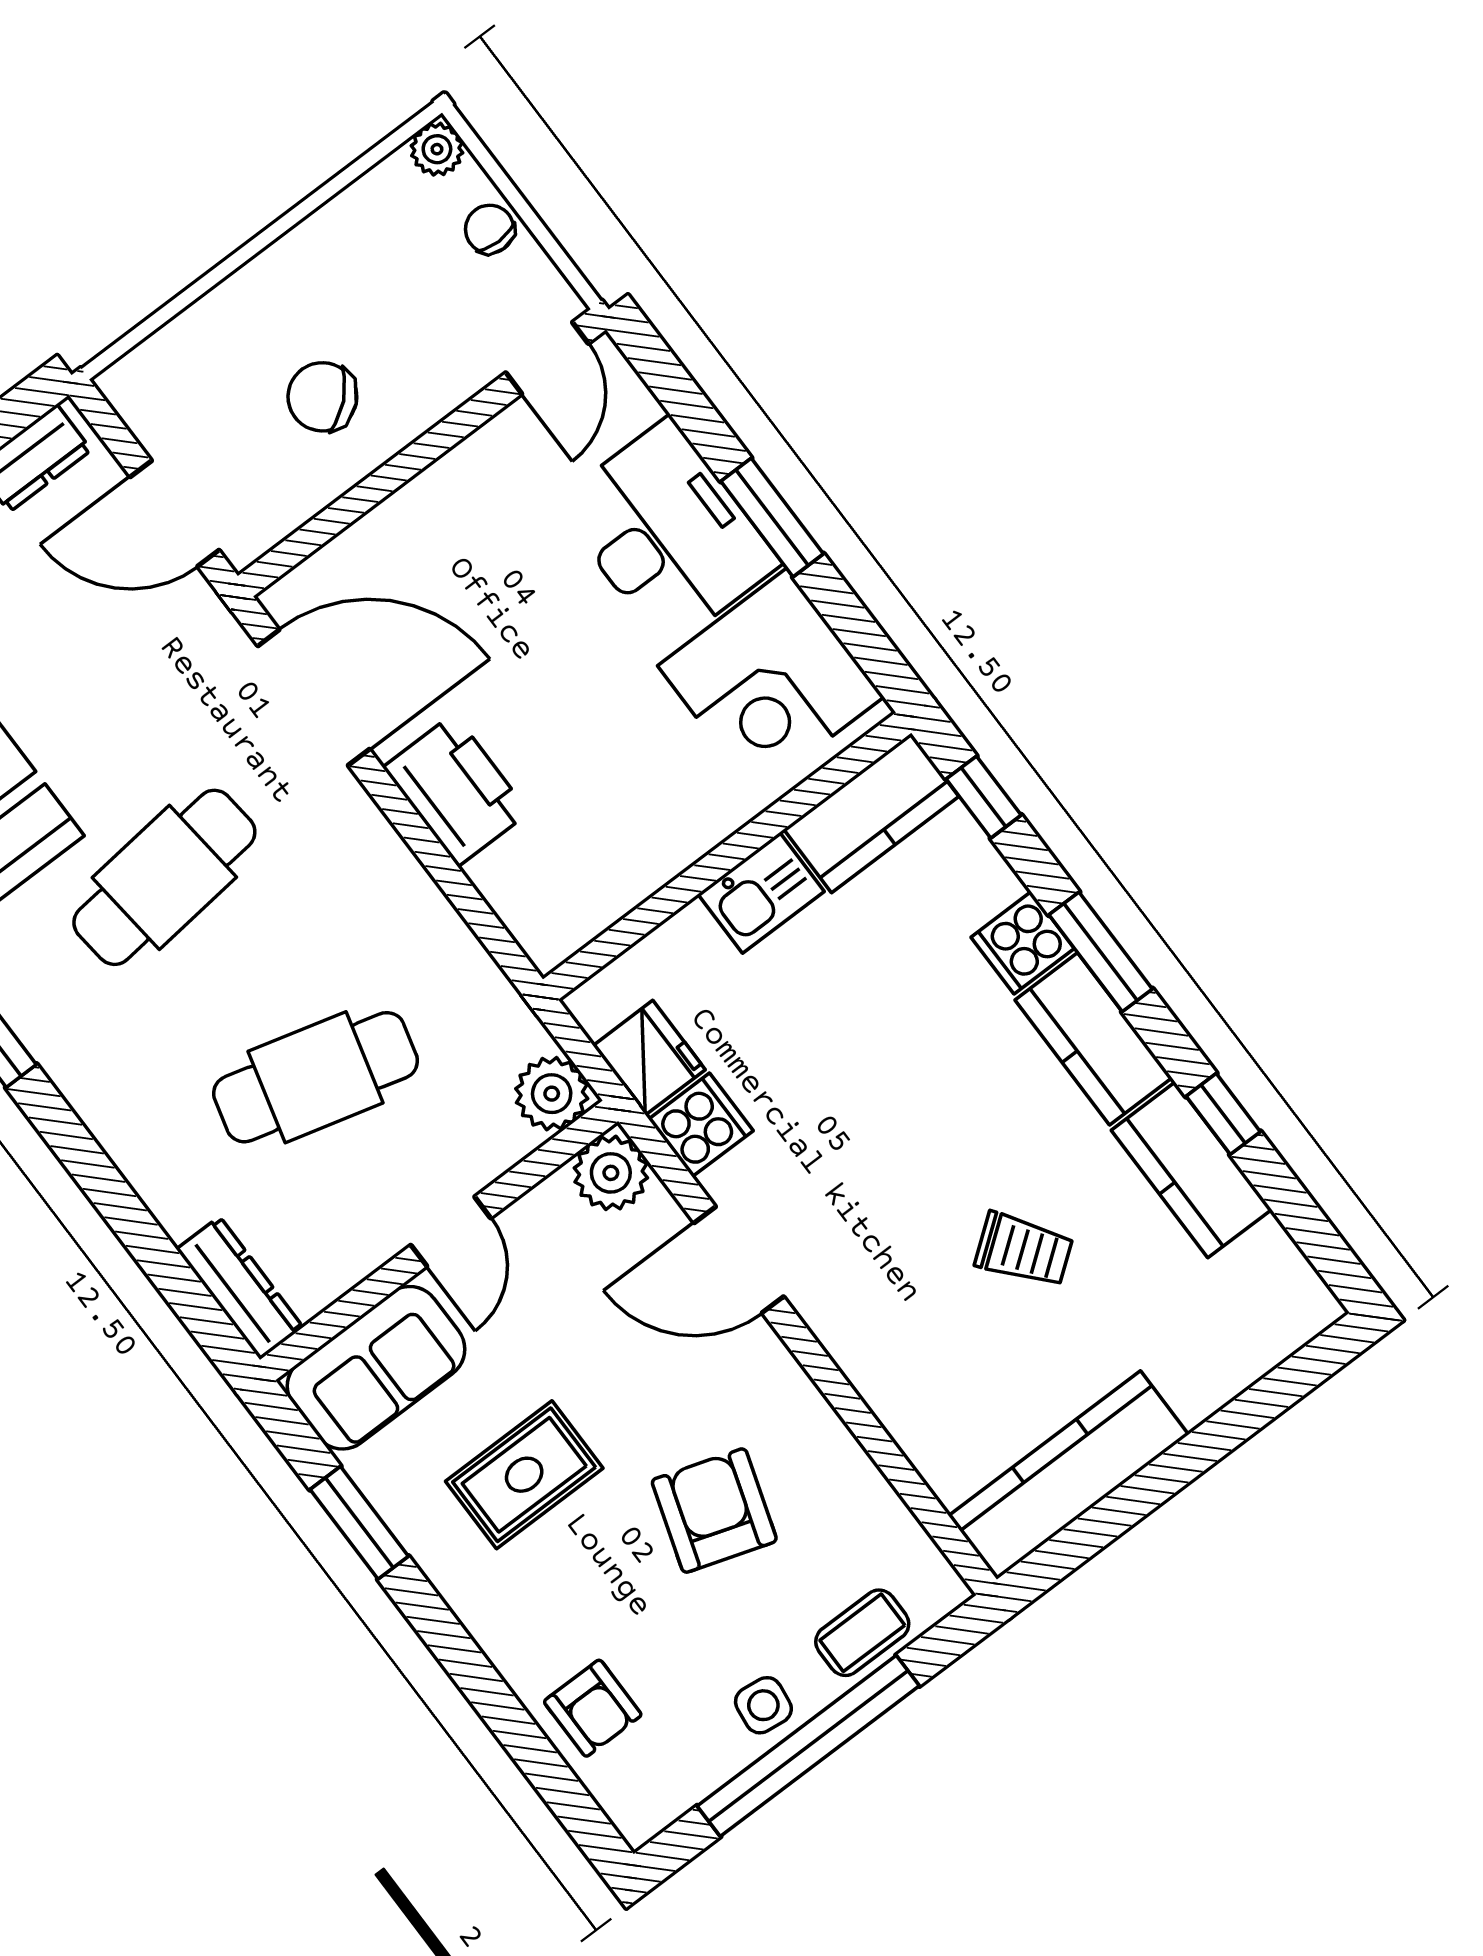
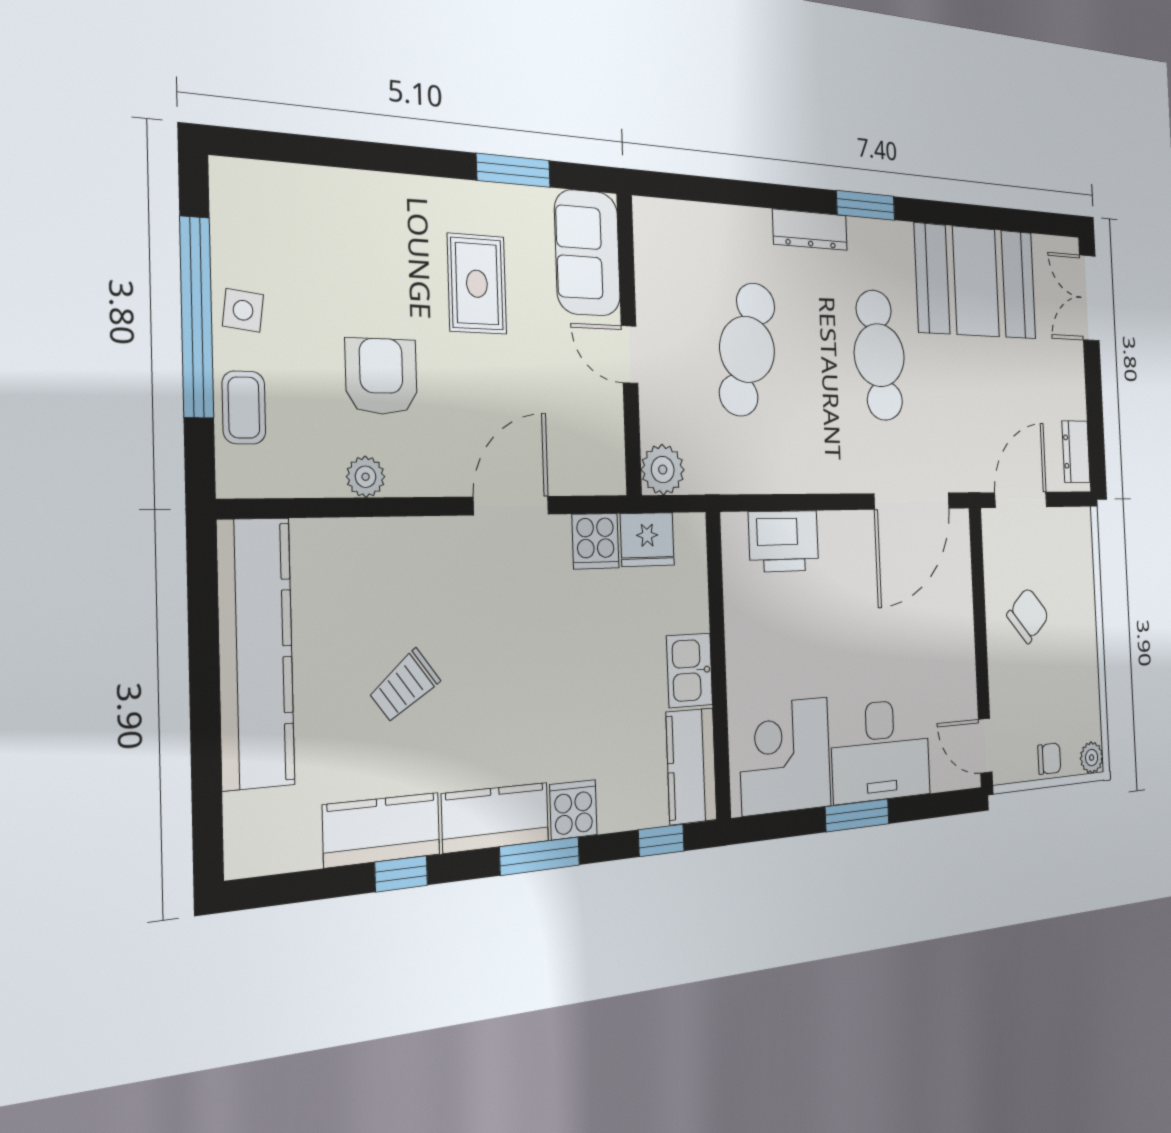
printer: (456, 790) -> (784, 541), moved
plant: (611, 1173) -> (366, 477), moved, width x0.73, depth x0.73
dresser: (240, 1288) -> (810, 230), moved
kitchen counter: (1069, 1475) -> (256, 653), width x1.39, depth x1.17
armchair: (714, 1511) -> (381, 376), turned -108
armchair: (593, 1708) -> (316, 208), removed

